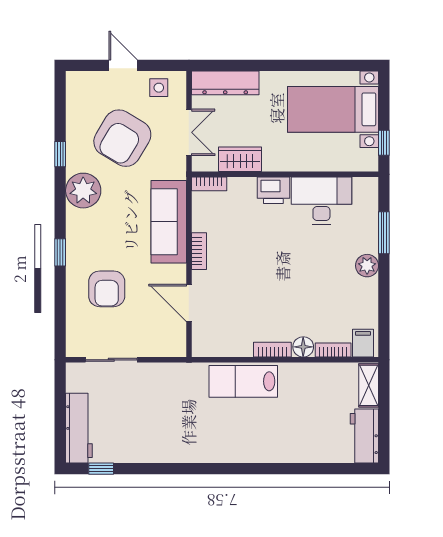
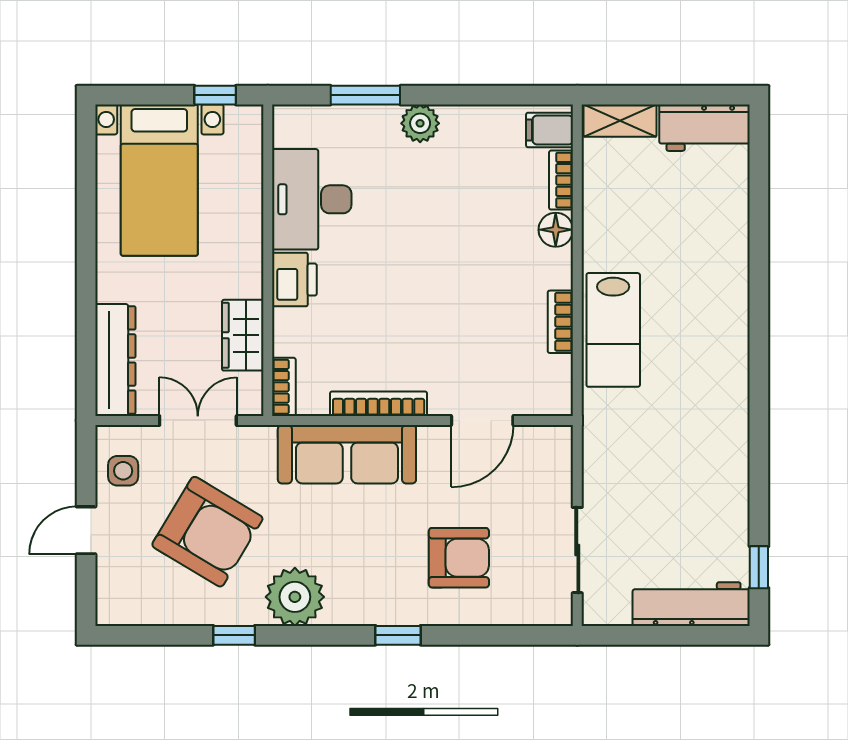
bookcase: (199, 251) -> (379, 404), width x1.56
bookcase: (272, 350) -> (560, 322), moved

